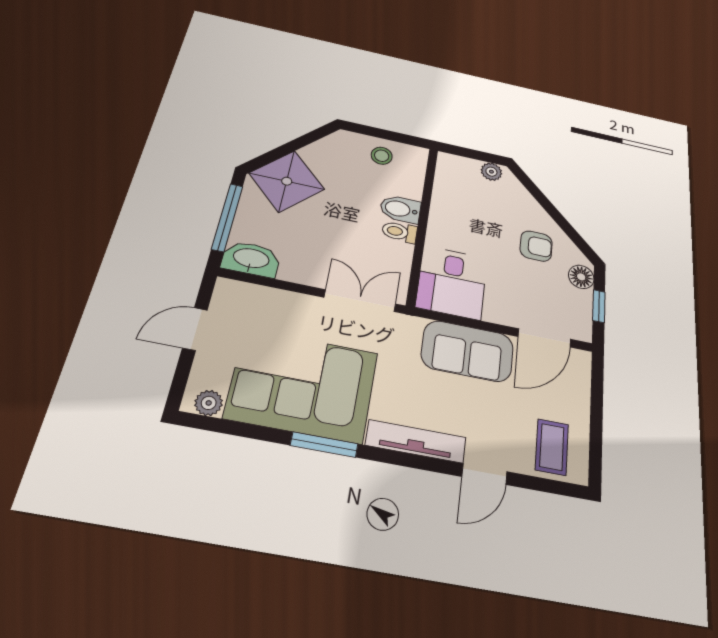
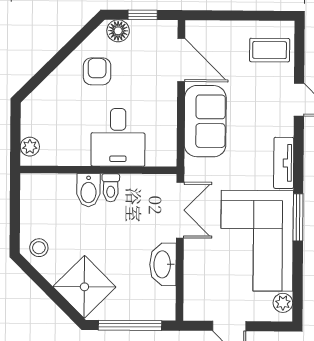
stool: (382, 156) -> (39, 248), moved
plant: (491, 172) -> (30, 147), moved
washbasin: (251, 259) -> (163, 264), moved
desk: (452, 282) -> (118, 137), moved, turned 90
double door: (360, 301) -> (180, 210), swing flipped
tv unit: (416, 441) -> (284, 163), width x0.71

